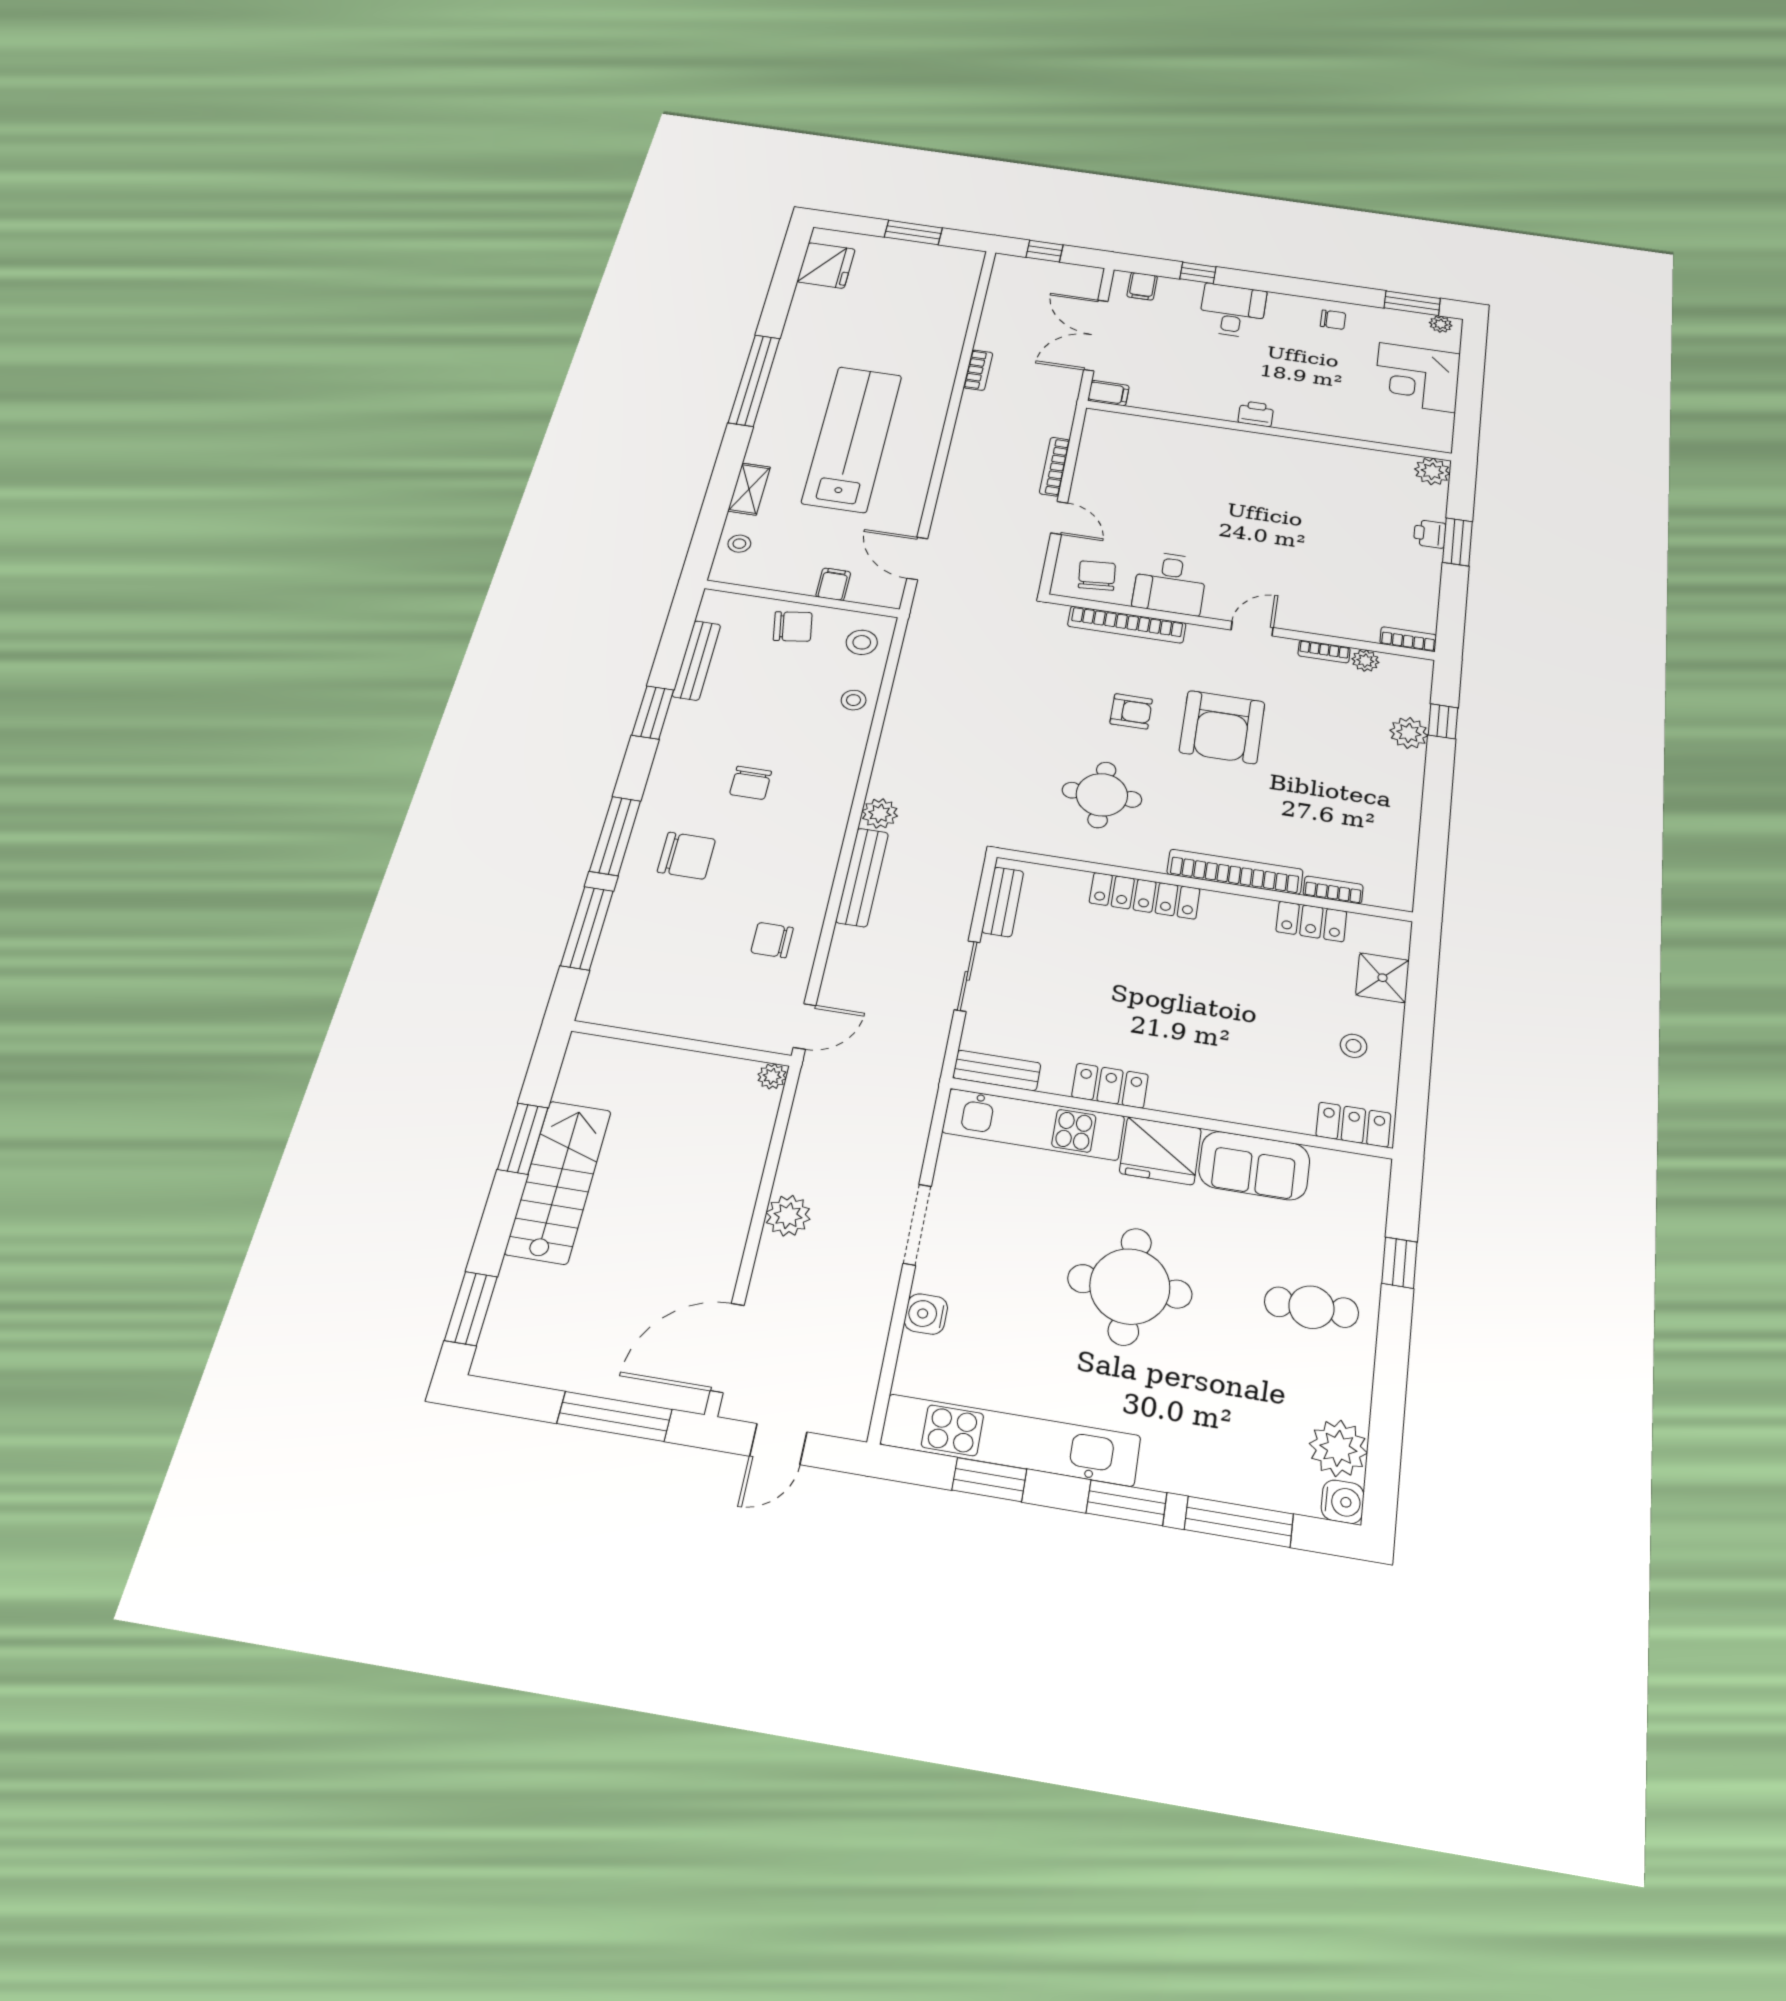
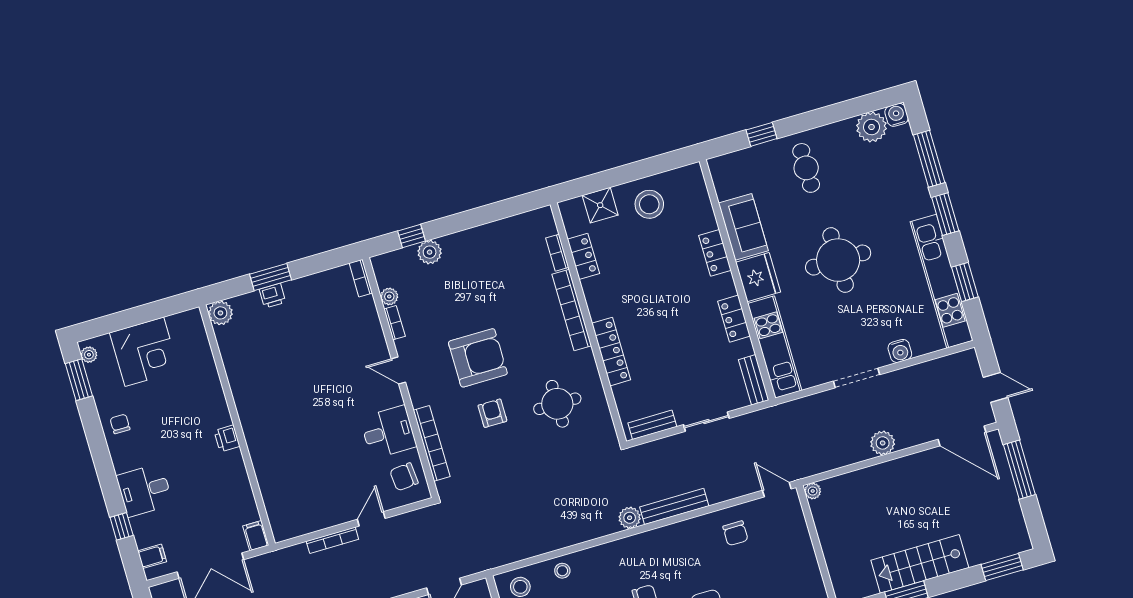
stool: (1354, 1046) -> (649, 204), width x1.89, depth x1.89
locker: (1353, 1125) -> (715, 253), moved

